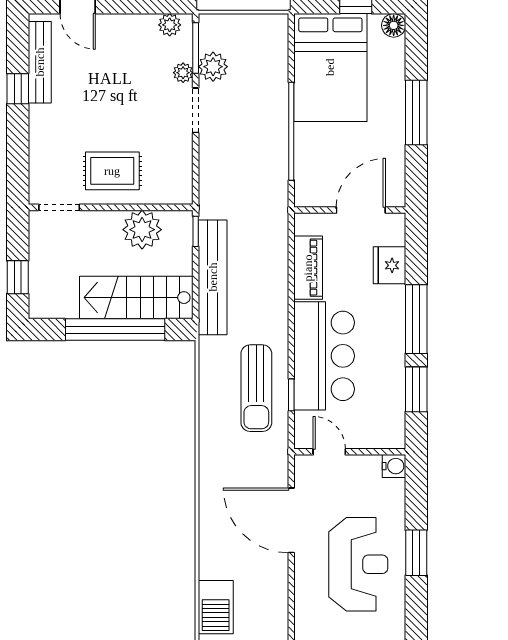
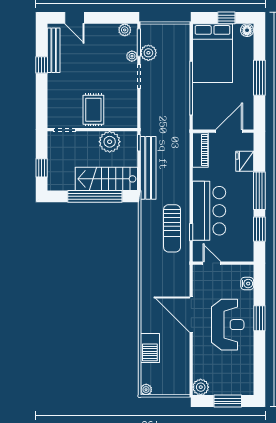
rug: (112, 171) -> (93, 110), turned 90
piano: (308, 268) -> (200, 150), moved
water cooler: (394, 466) -> (247, 284), moved
door: (291, 520) -> (191, 315), moved

